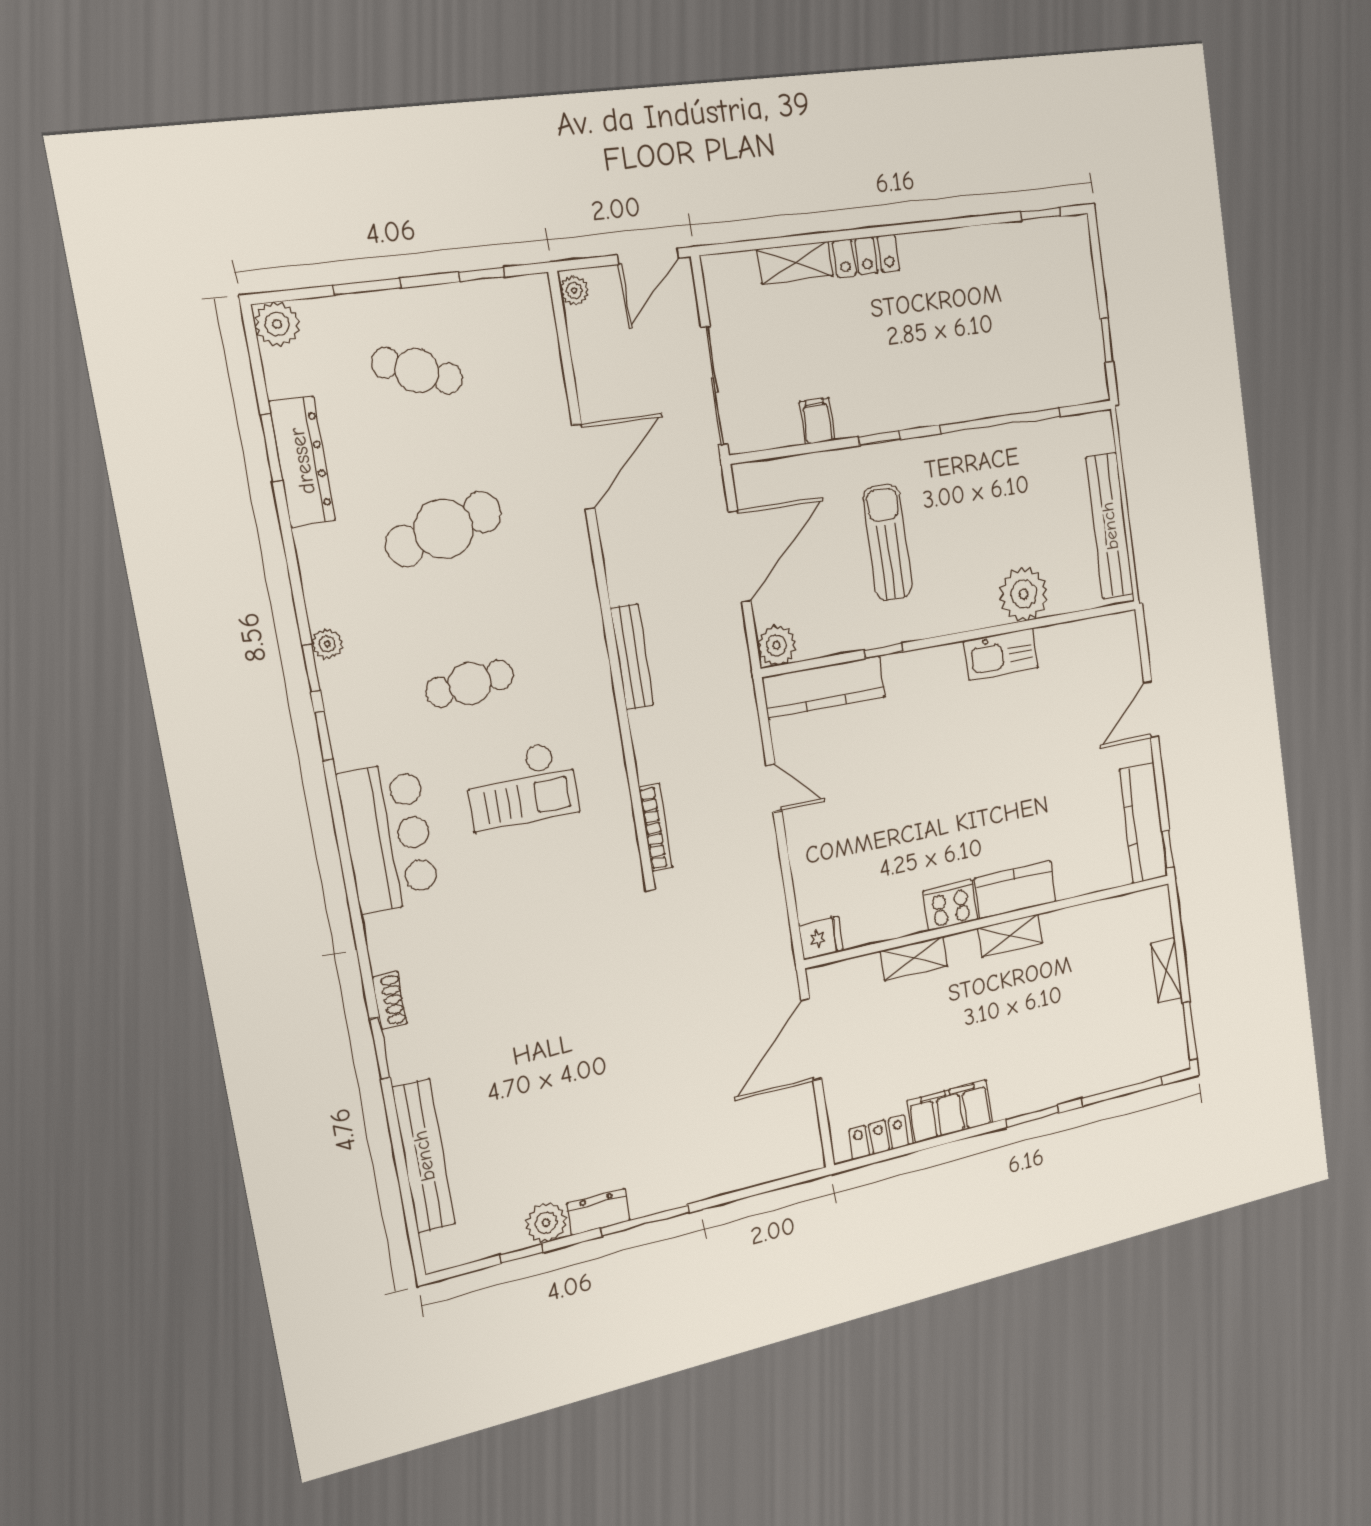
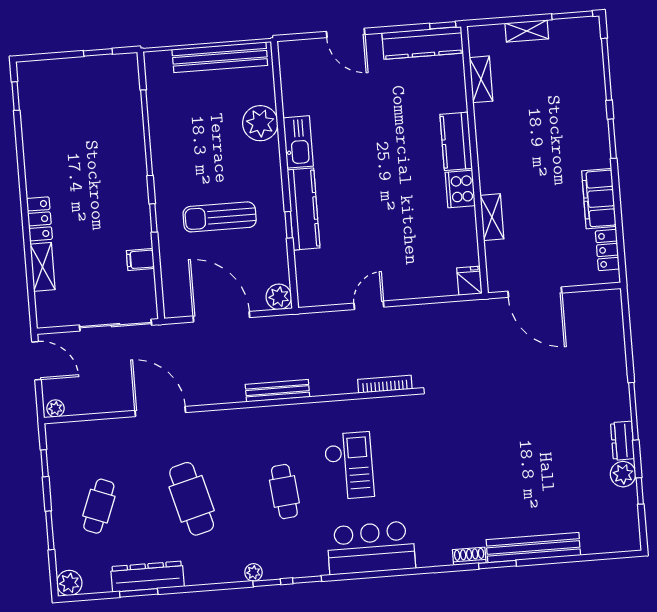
kitchen counter: (824, 687) -> (303, 209), moved
shelving: (1010, 936) -> (481, 79), moved
bench: (424, 1156) -> (533, 547), moved

